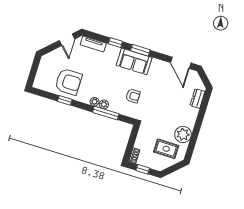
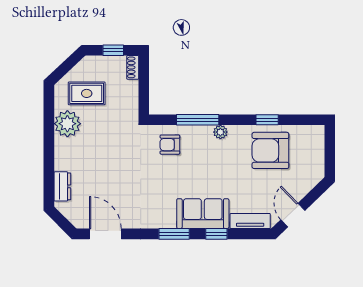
sofa: (134, 61) -> (203, 214), moved
armchair: (133, 96) -> (170, 145), moved
plant: (104, 104) -> (205, 132), removed

